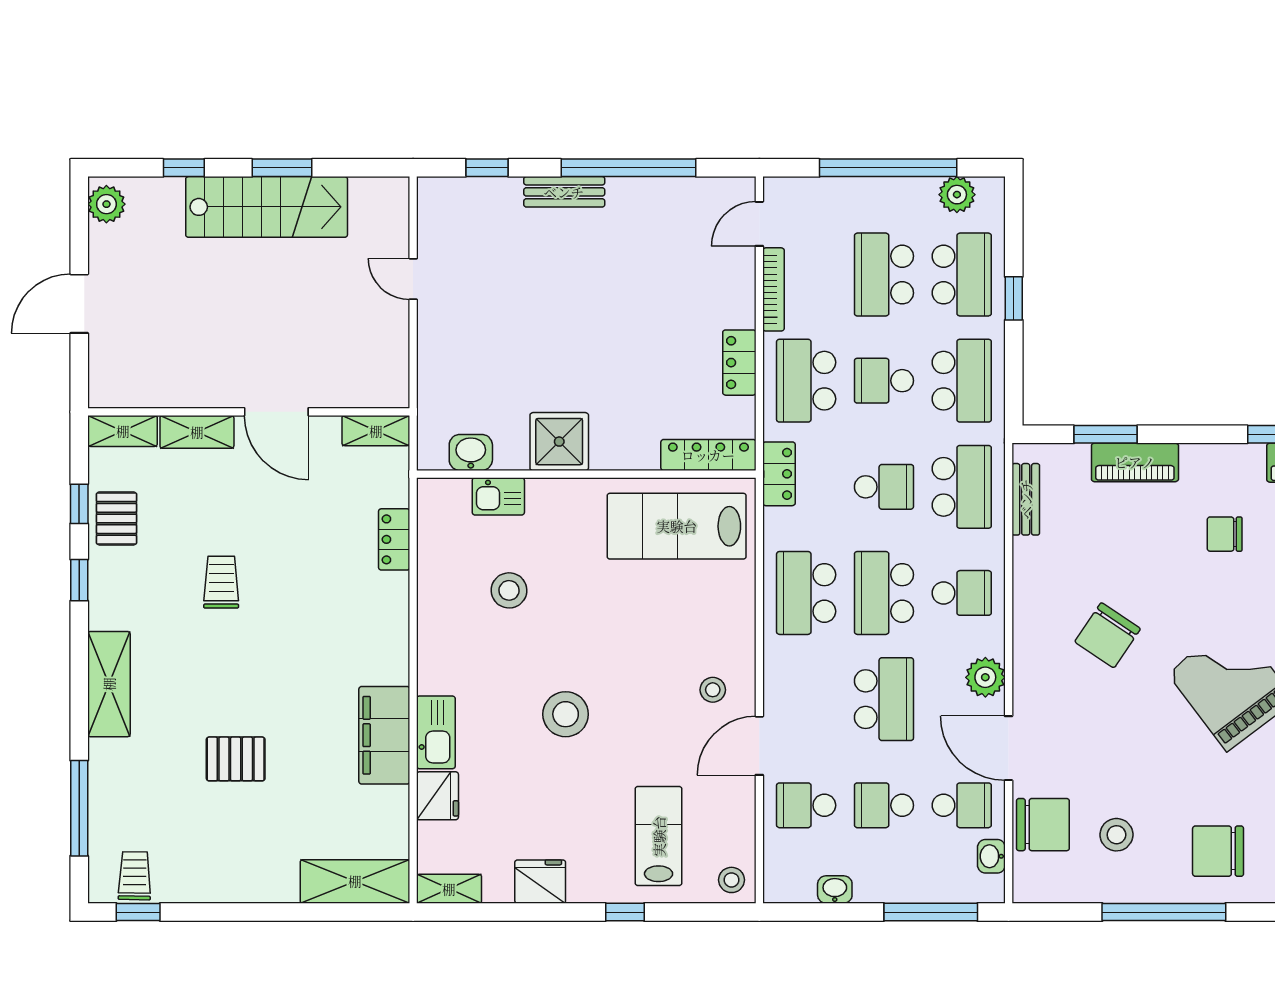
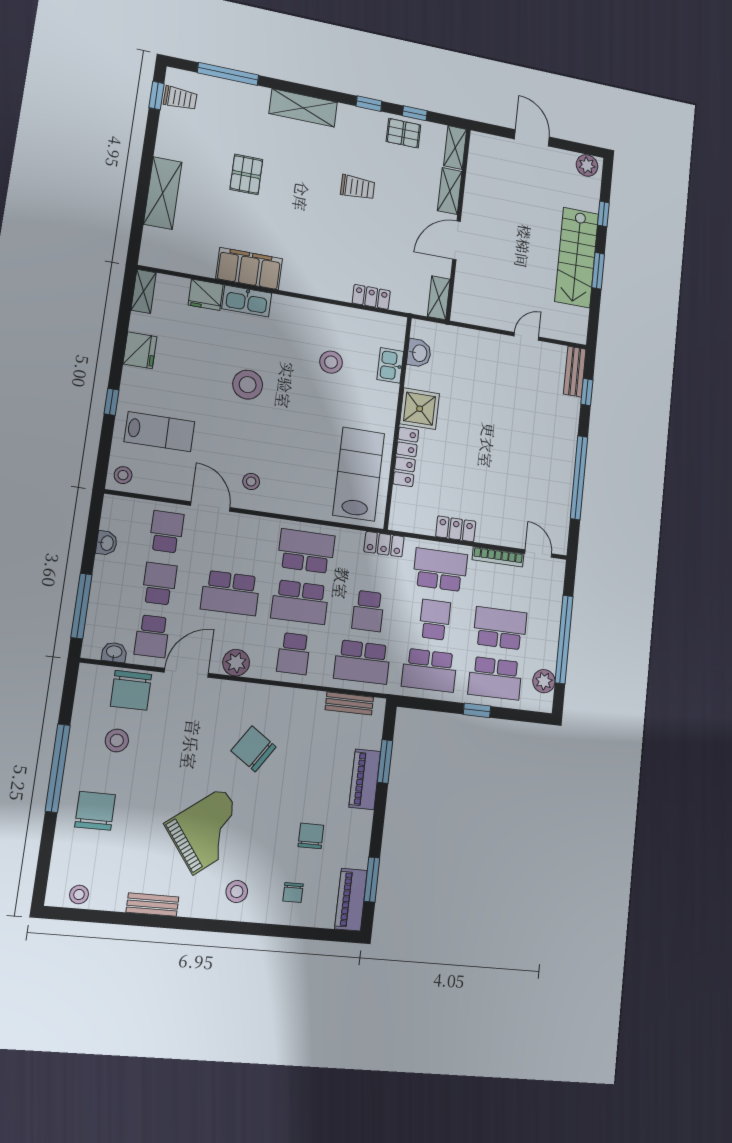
bench: (564, 192) -> (575, 372), moved
locker: (708, 455) -> (406, 457), moved
school desk: (884, 593) -> (300, 602), turned 180
shelving: (355, 881) -> (163, 193), moved

